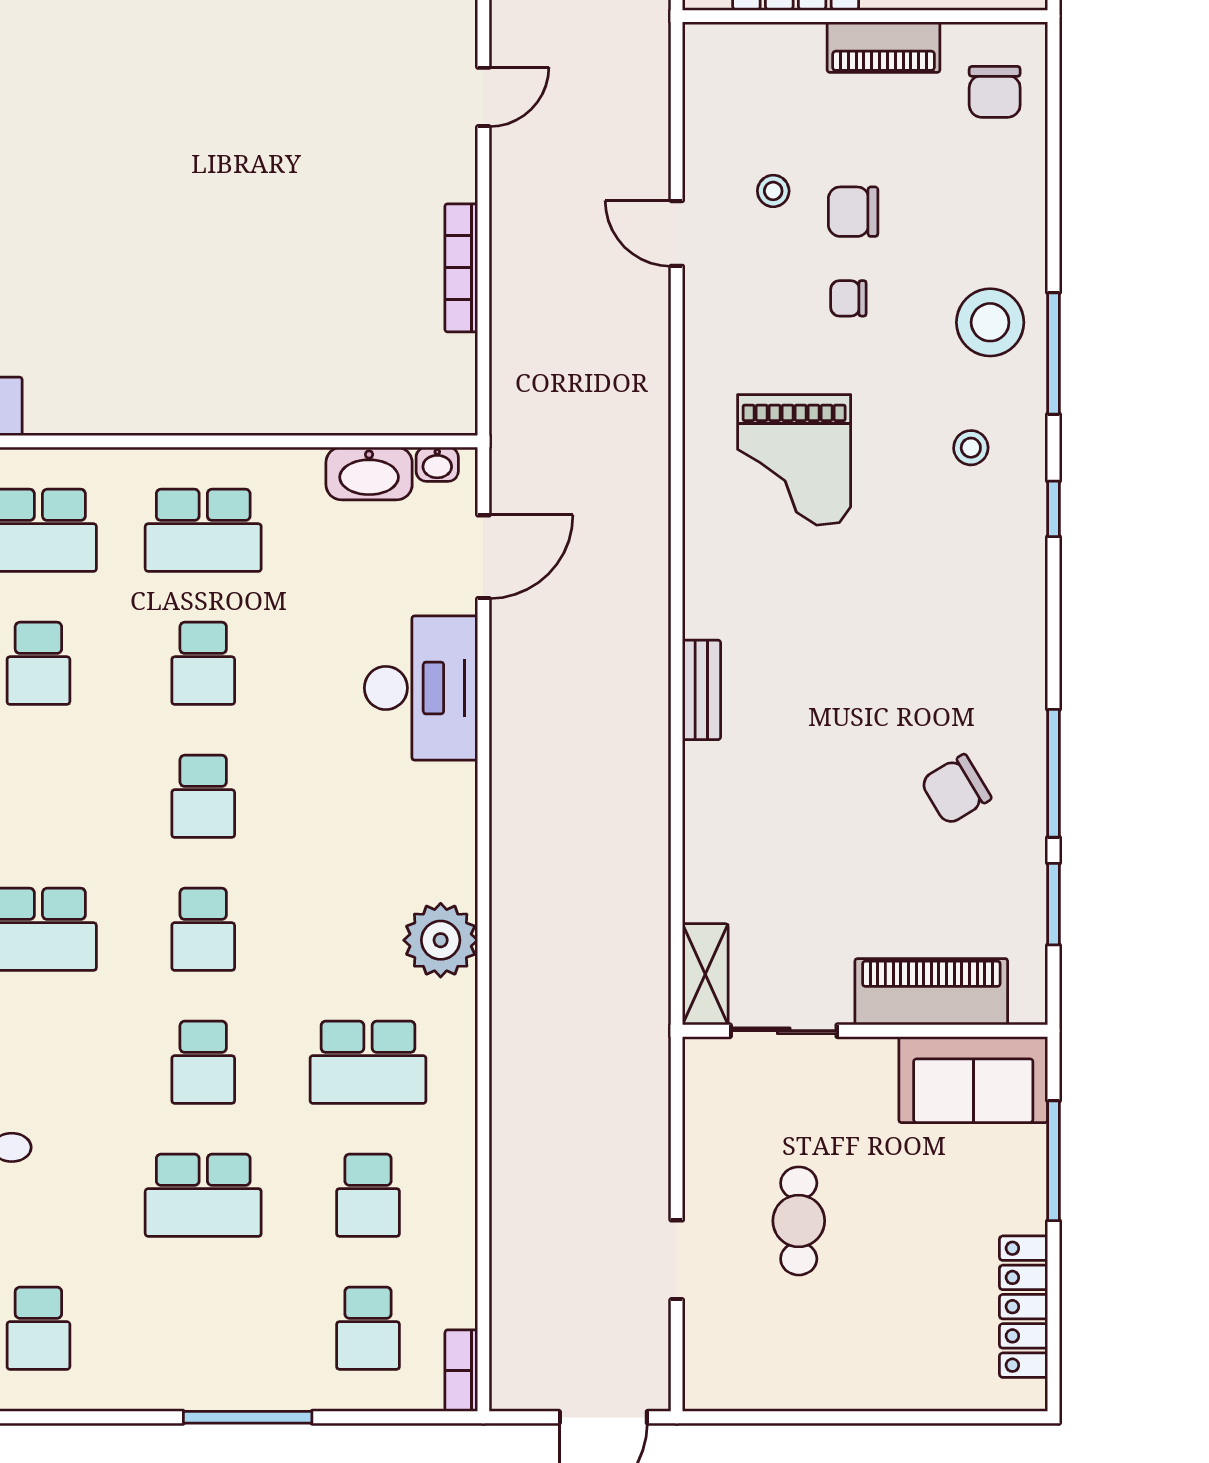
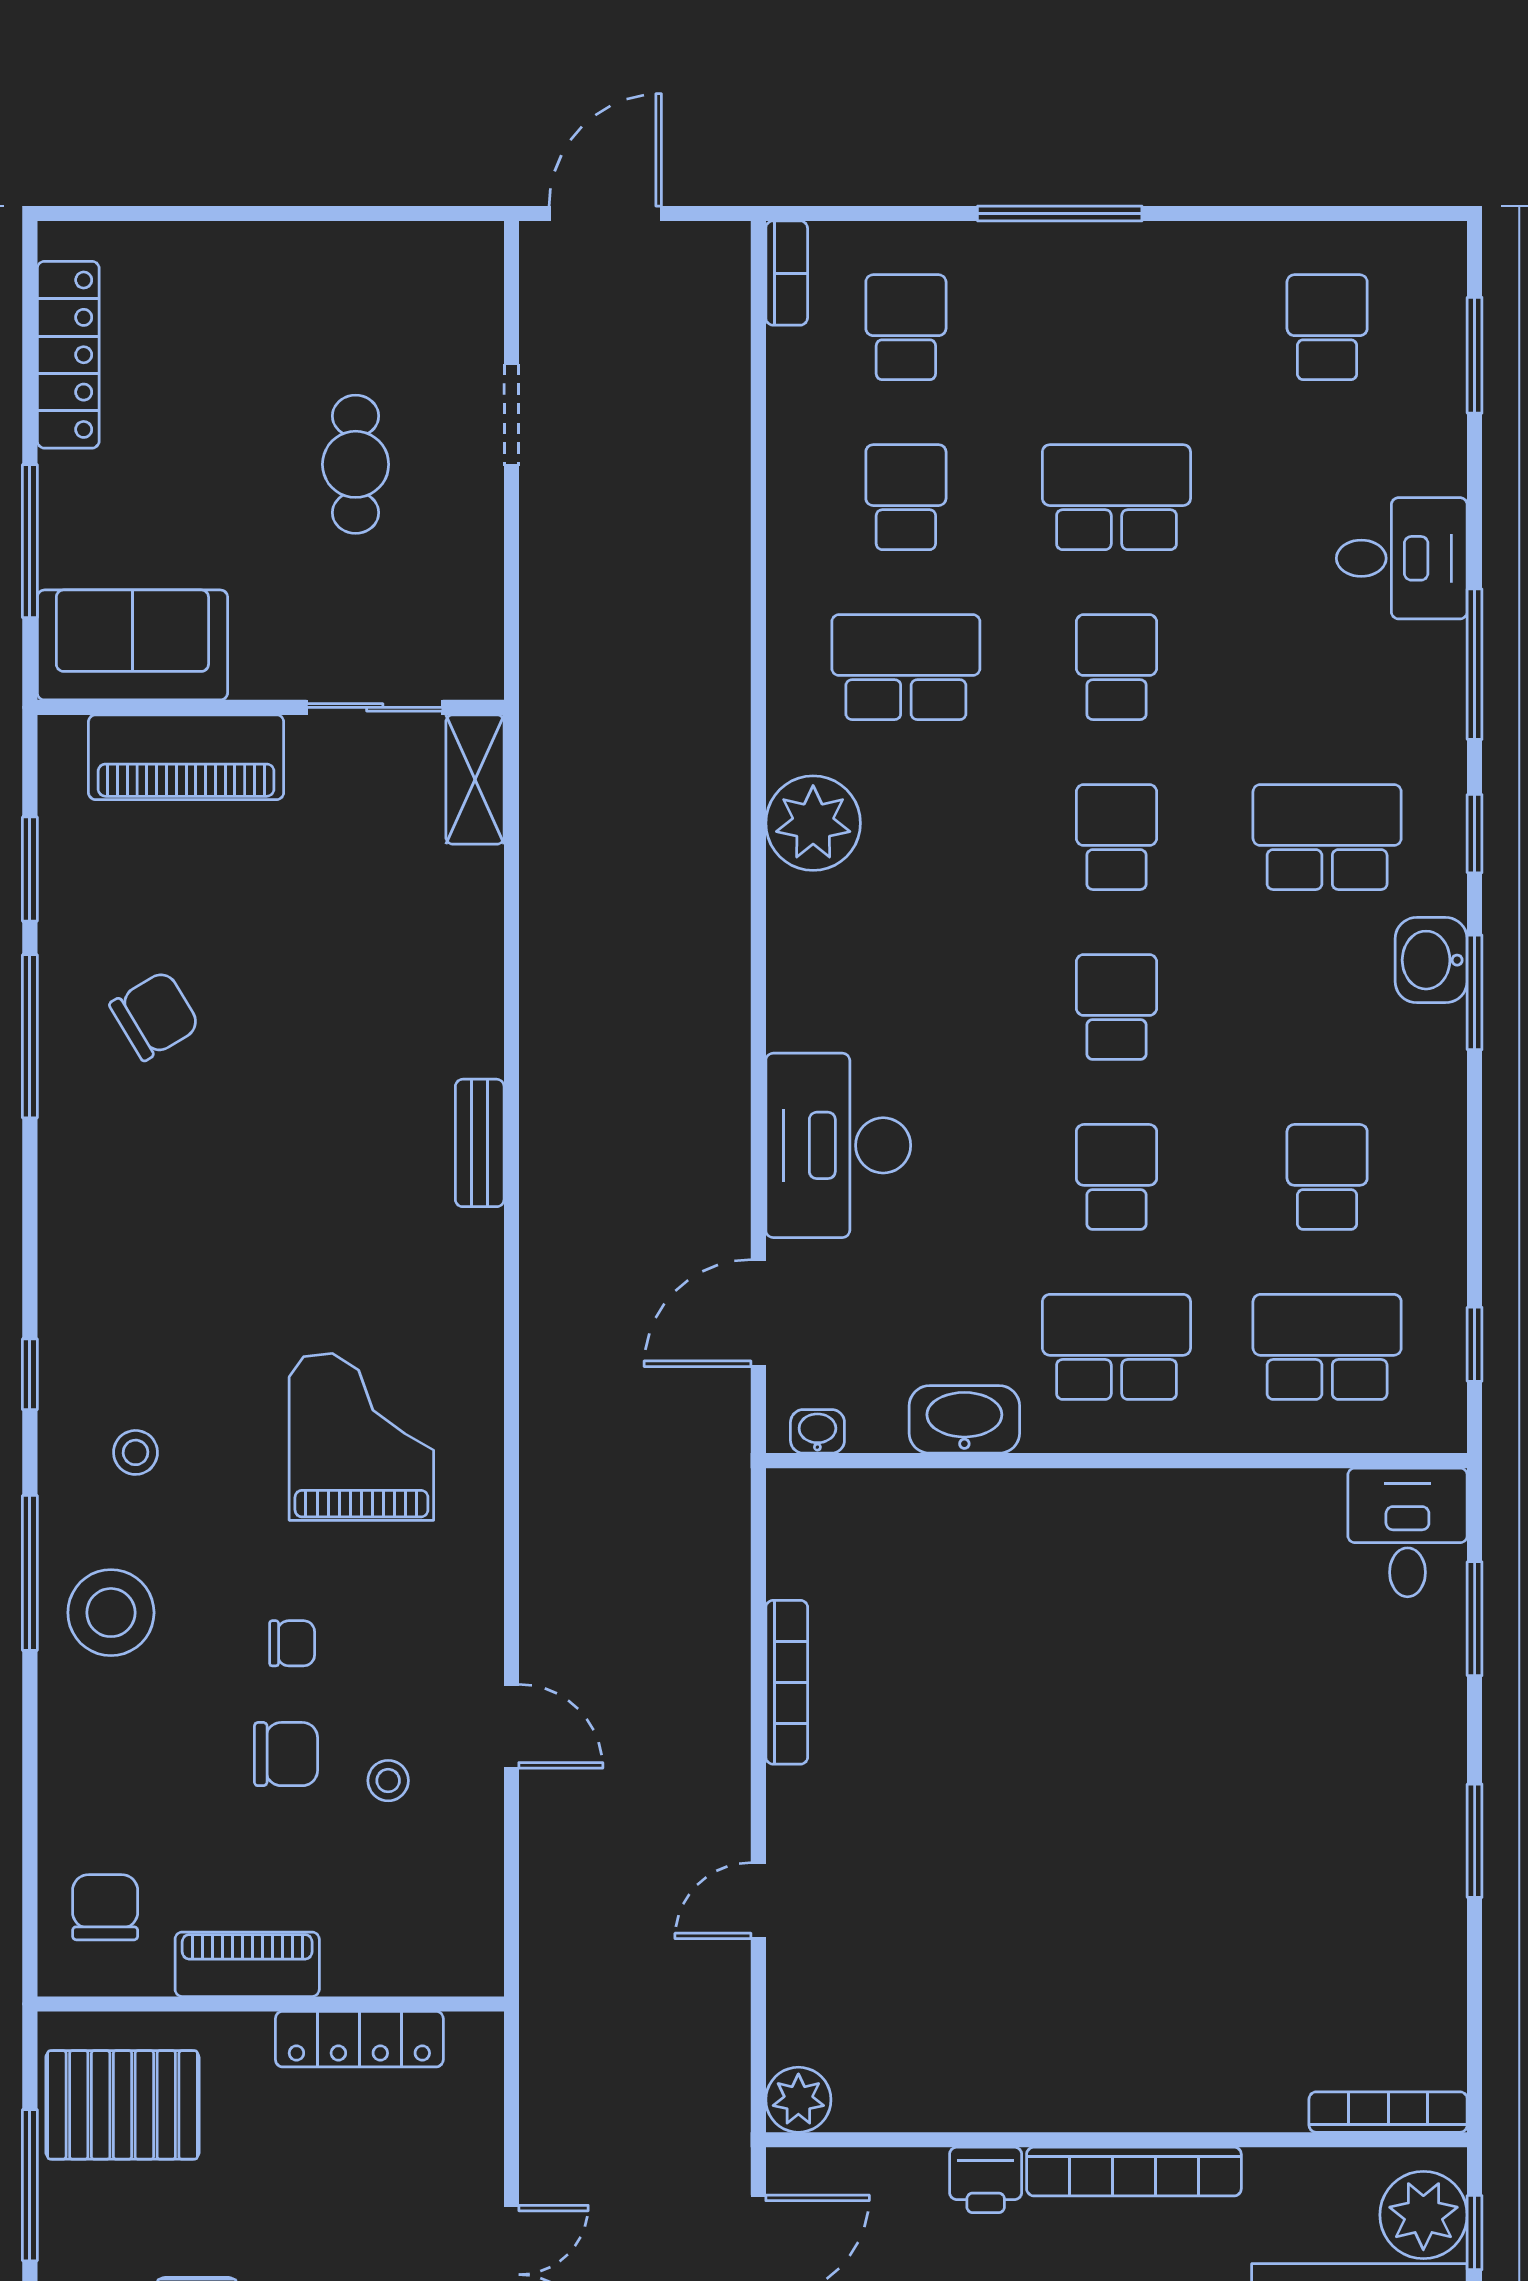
washbasin: (369, 474) -> (964, 1419), moved

